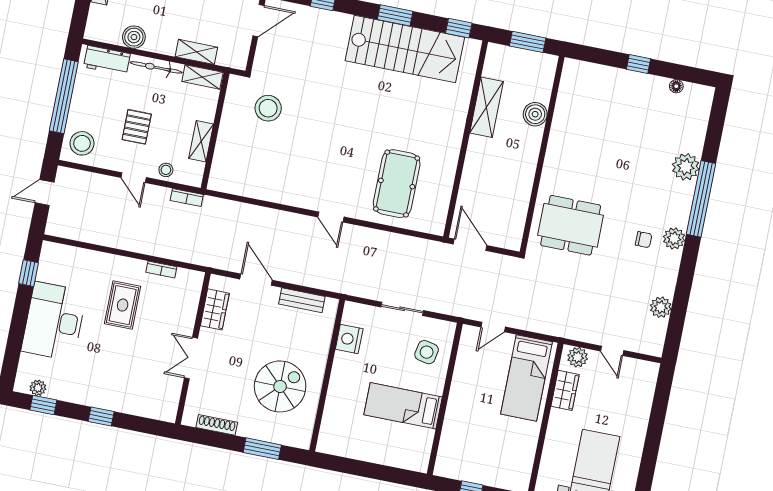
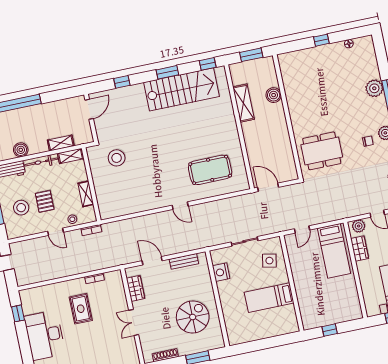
stool: (82, 143) -> (21, 208), moved
pool table: (397, 184) -> (210, 170), turned 90

